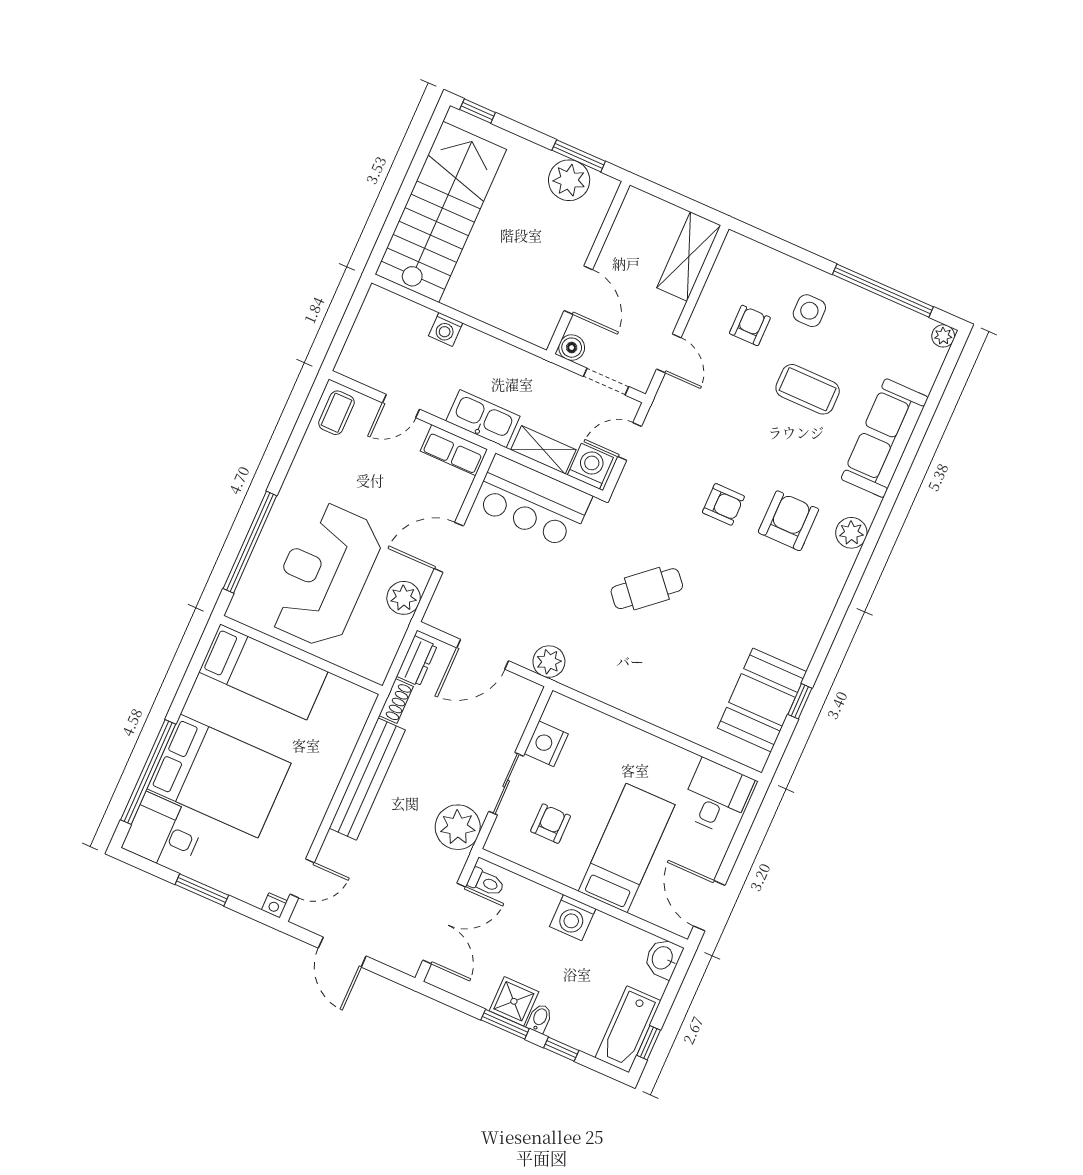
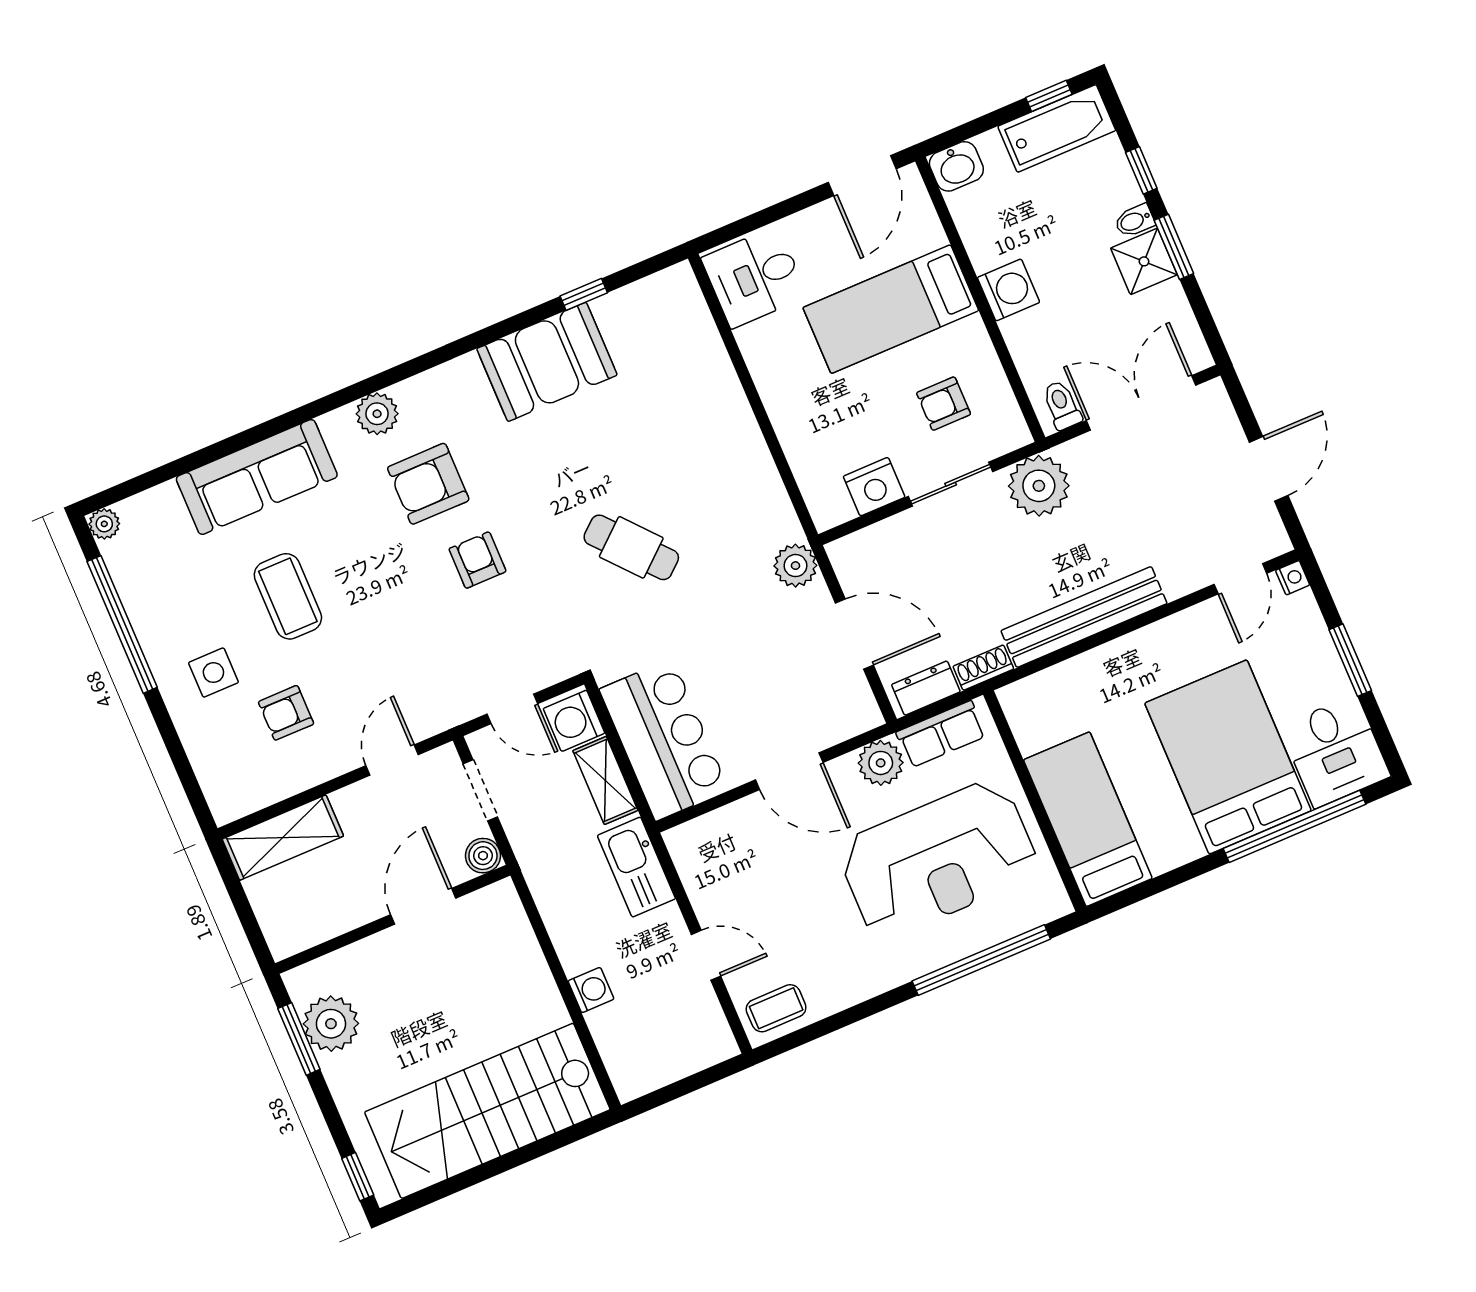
row of seats: (454, 450) -> (941, 734), moved, turned 90
booth: (762, 700) -> (547, 362), moved
door: (302, 878) -> (1240, 579), swing flipped

